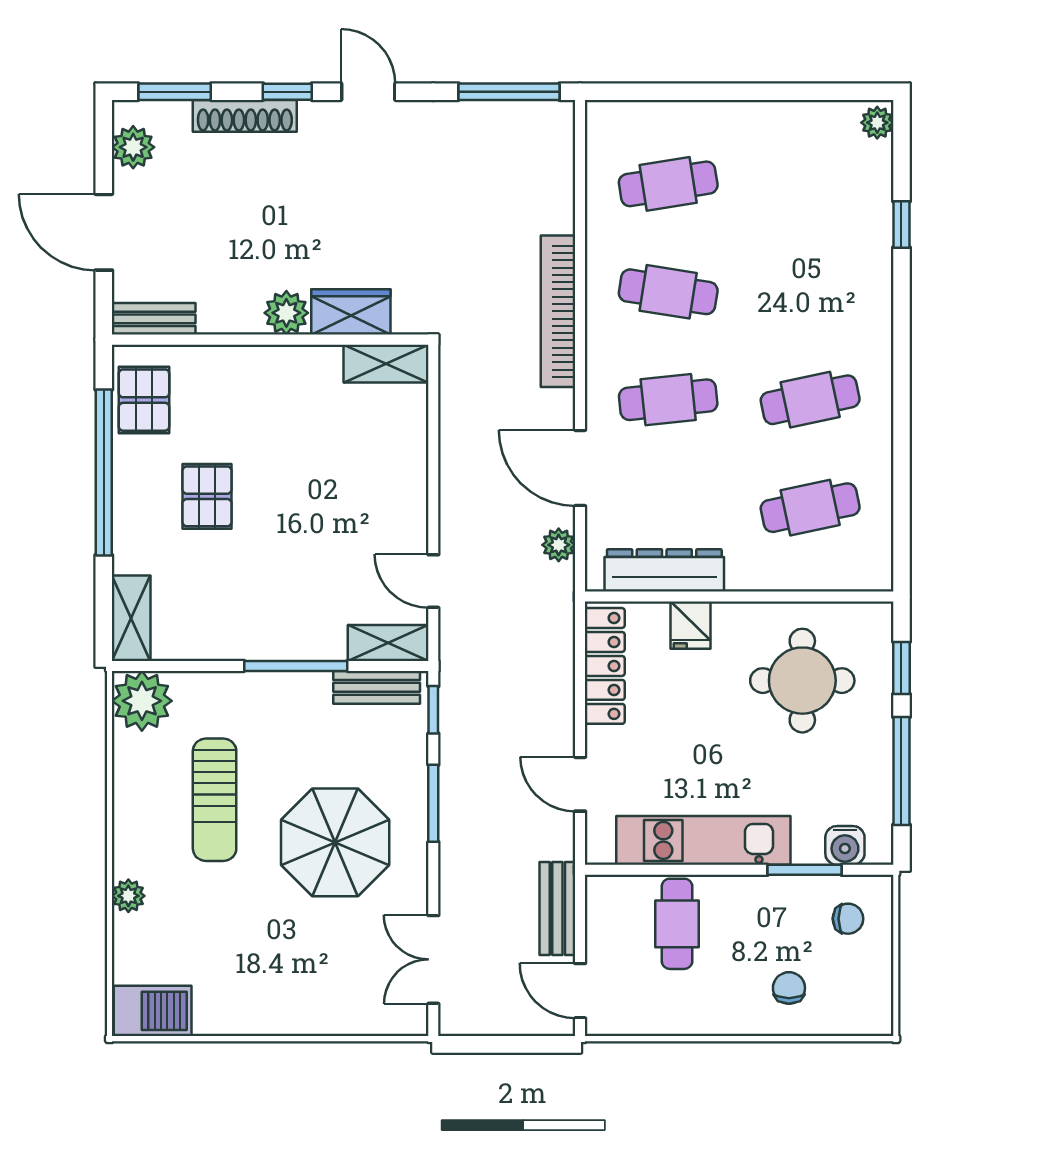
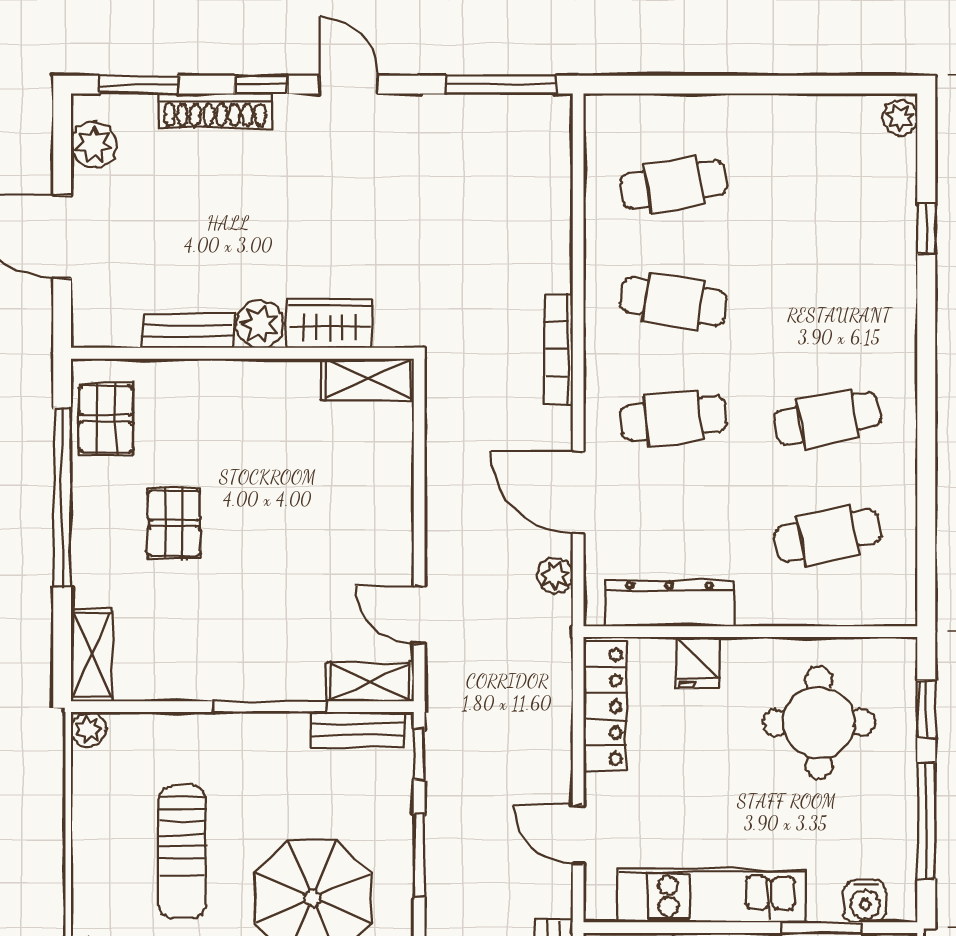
bookcase: (558, 311) -> (559, 349), width x0.68, depth x0.76
bench: (154, 319) -> (187, 331), moved
plant: (142, 701) -> (88, 729), width x0.53, depth x0.53

